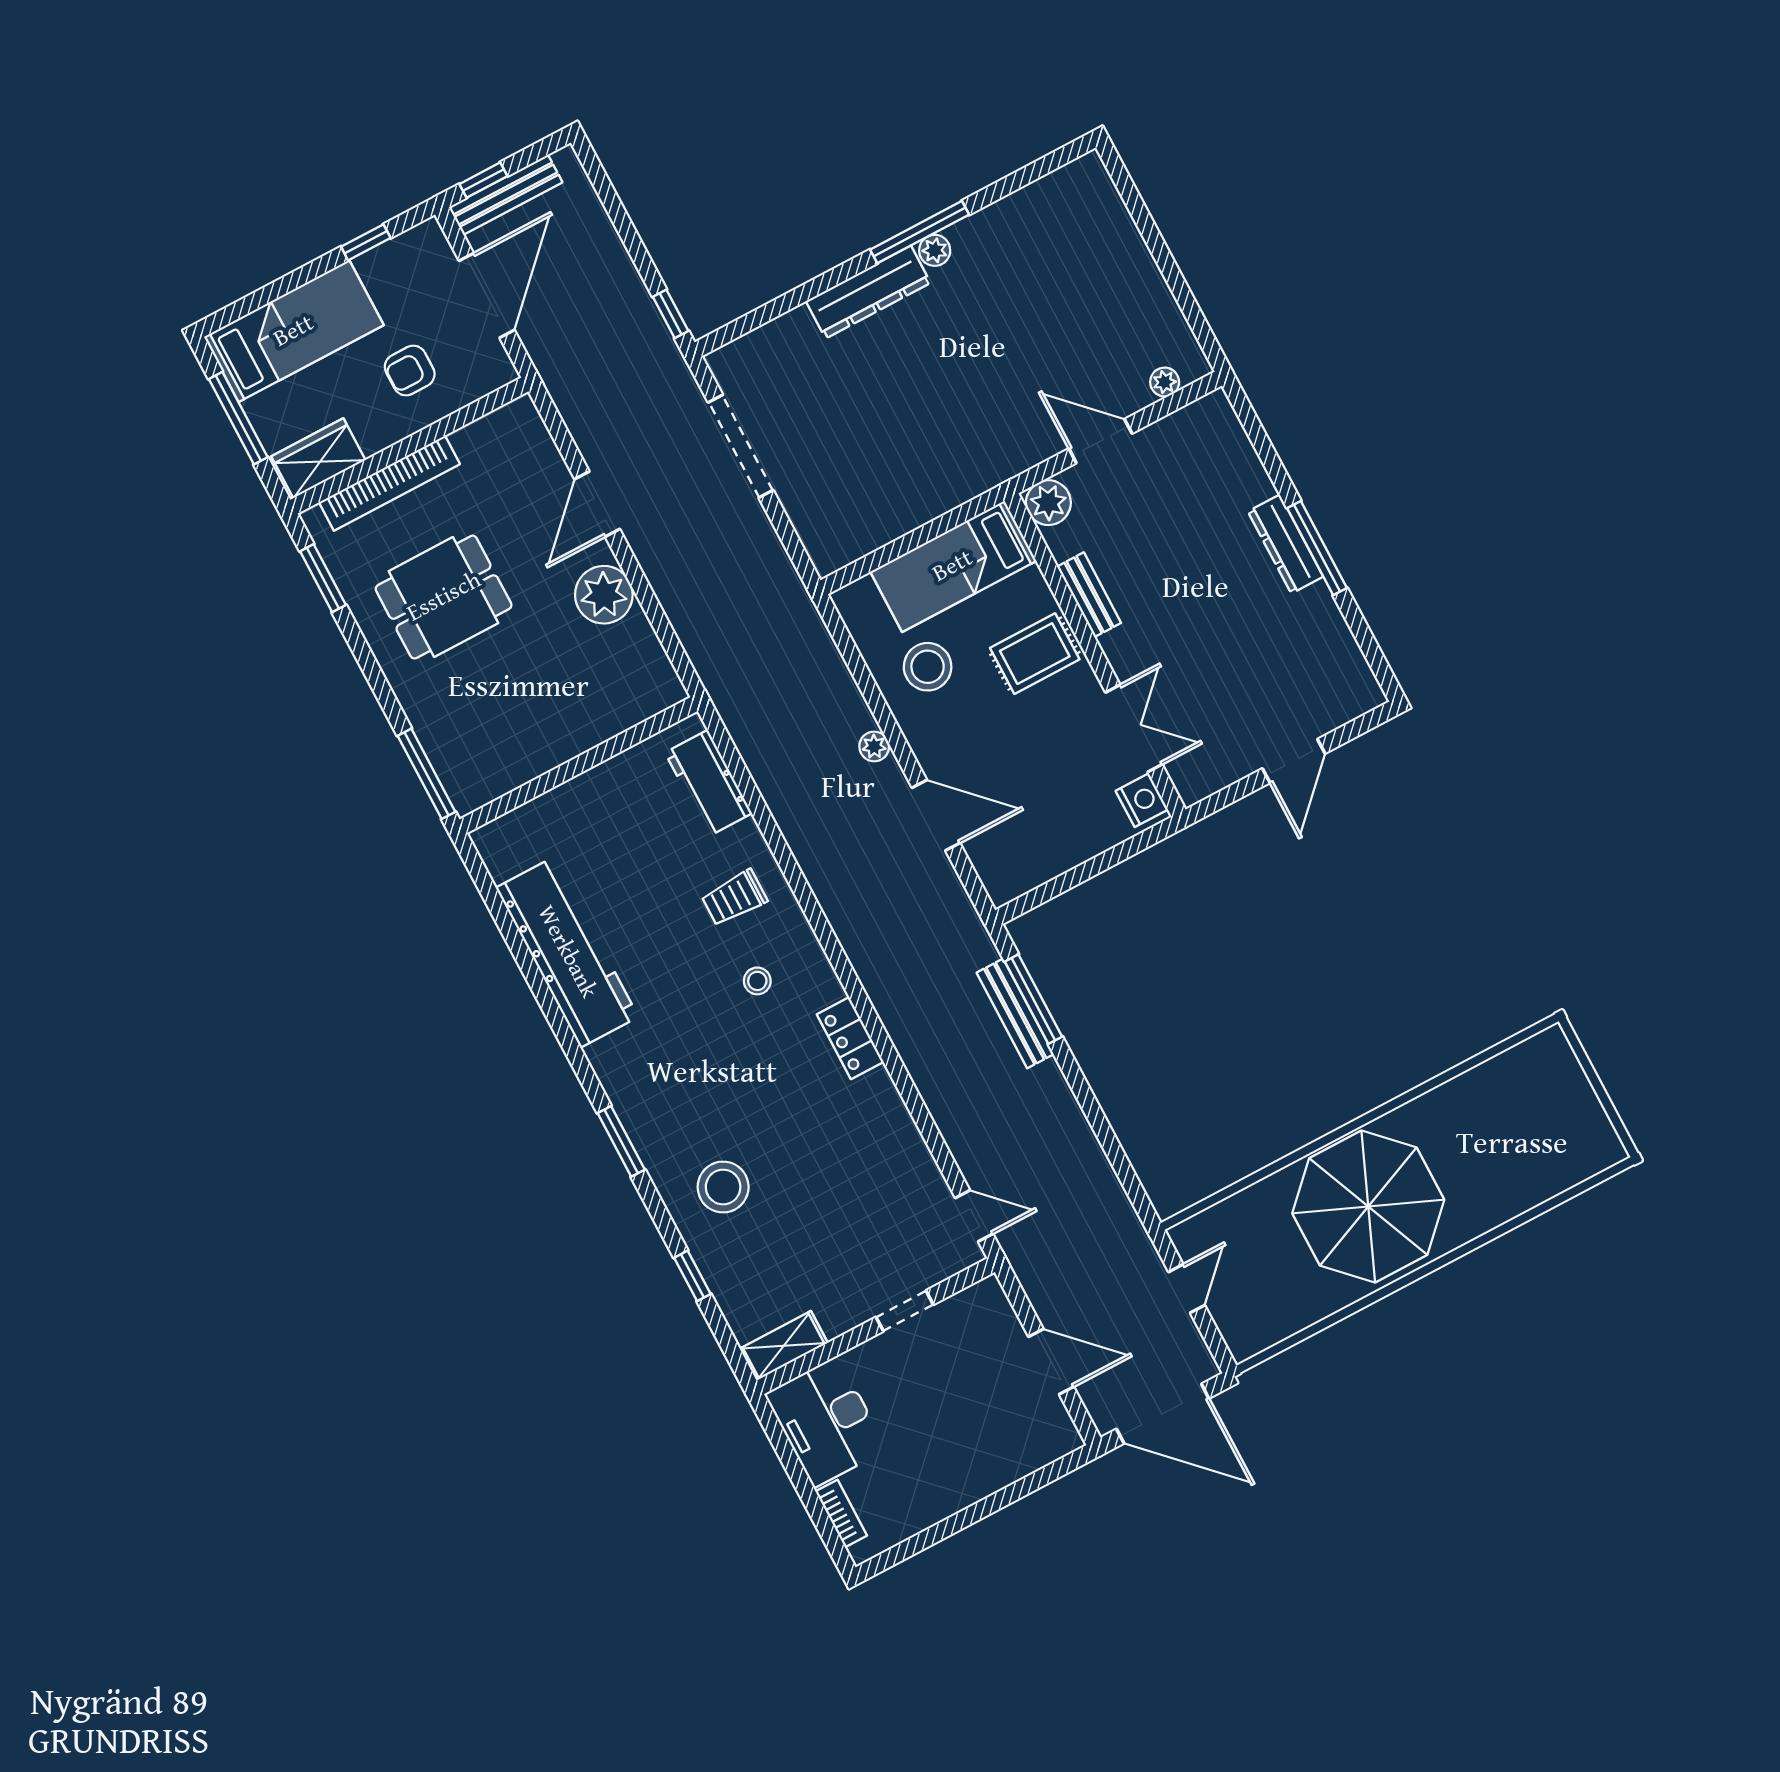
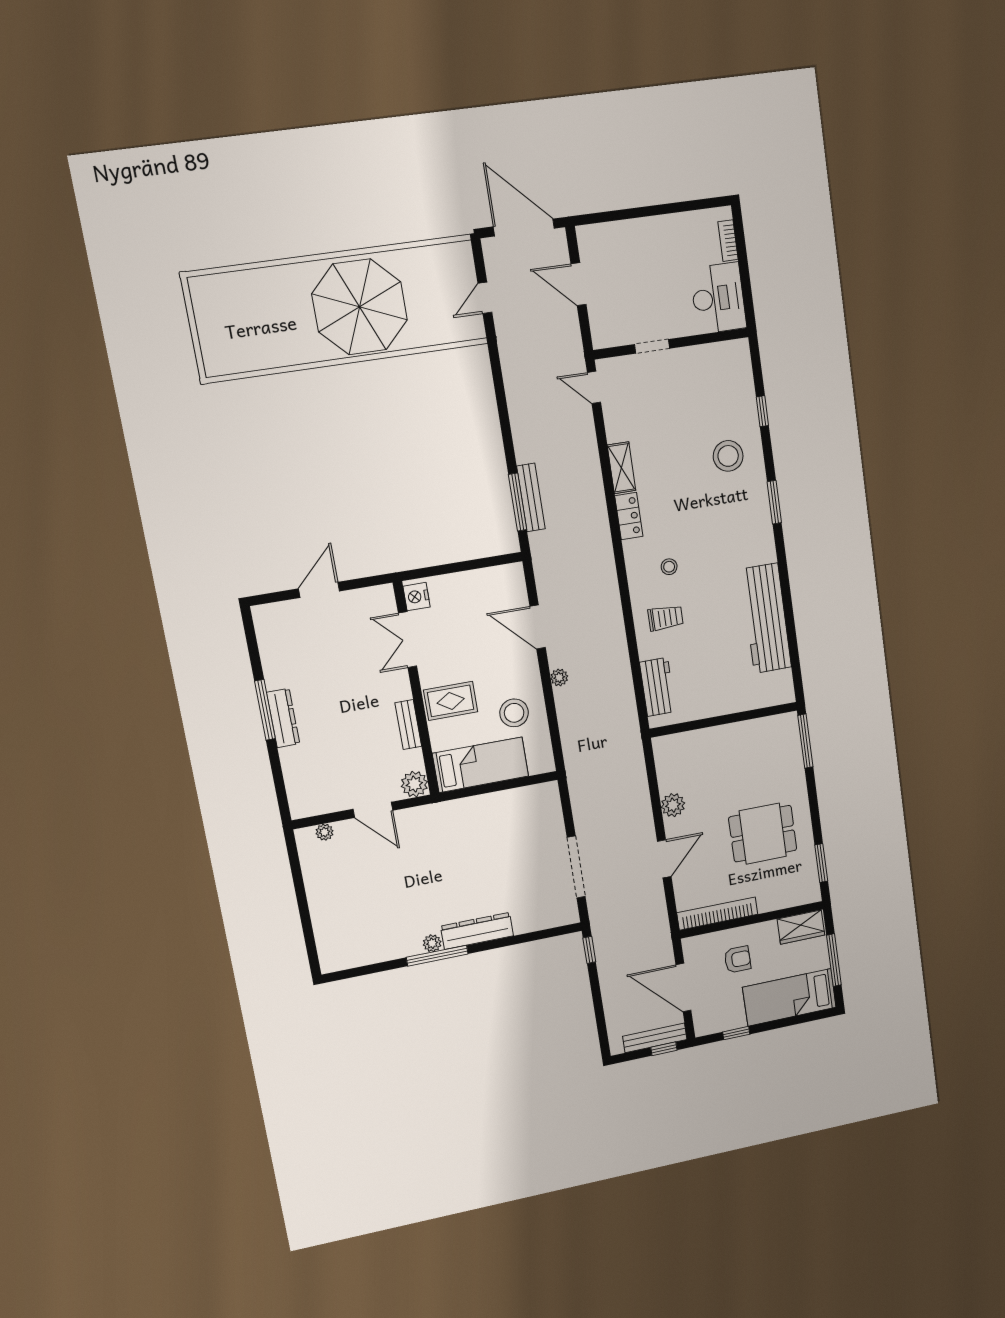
door: (487, 295) -> (683, 988), hinge flipped
bookcase: (389, 483) -> (717, 914), moved
plant: (604, 595) -> (673, 805), width x0.73, depth x0.73
shelving: (784, 1346) -> (621, 468), moved, turned 90

